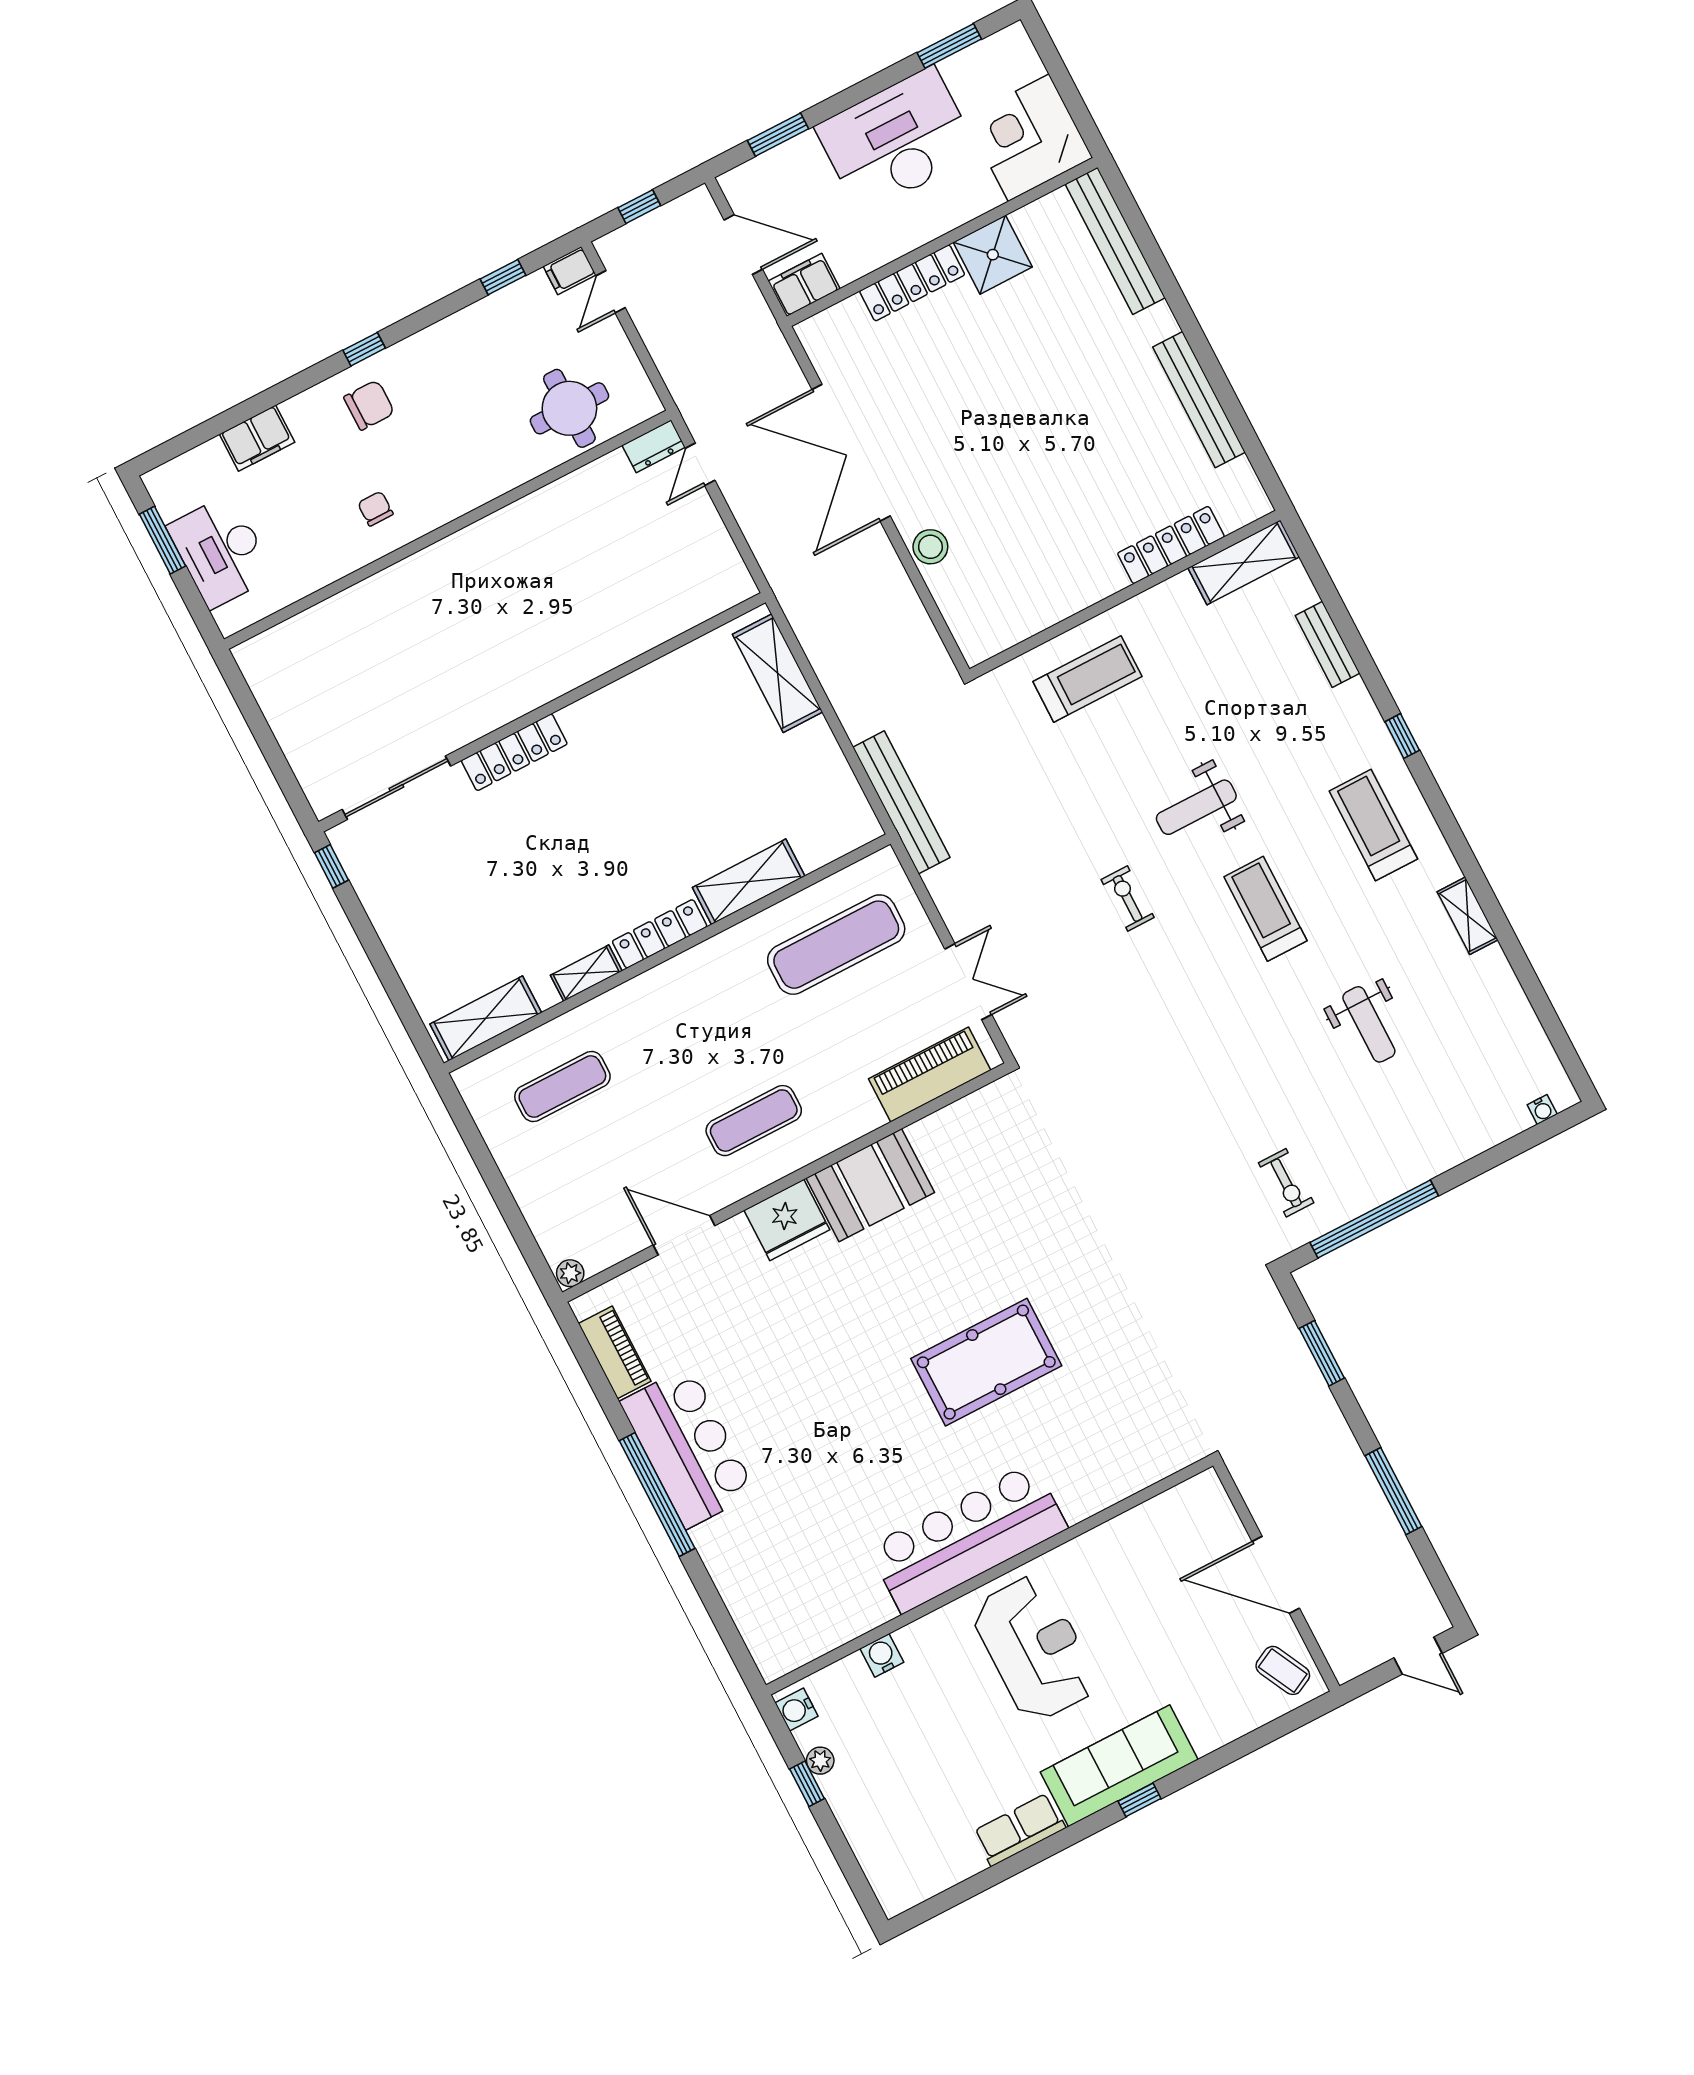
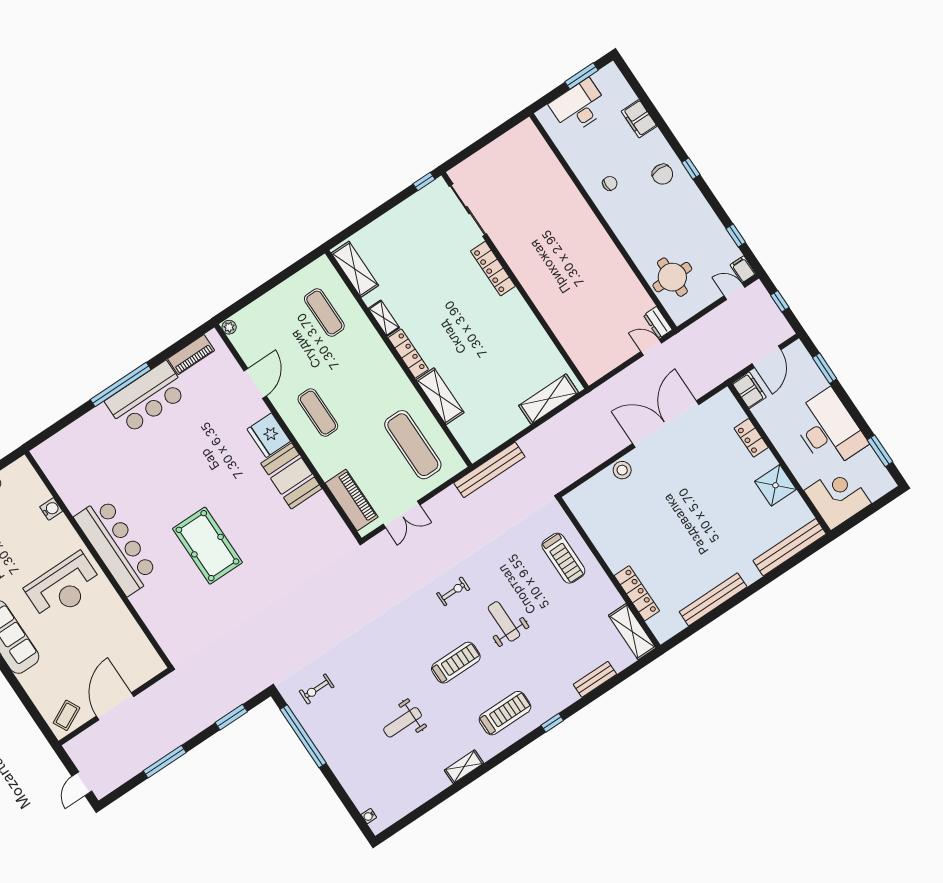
locker: (912, 283) -> (751, 438), width x0.66
water cooler: (796, 1709) -> (18, 468), removed

